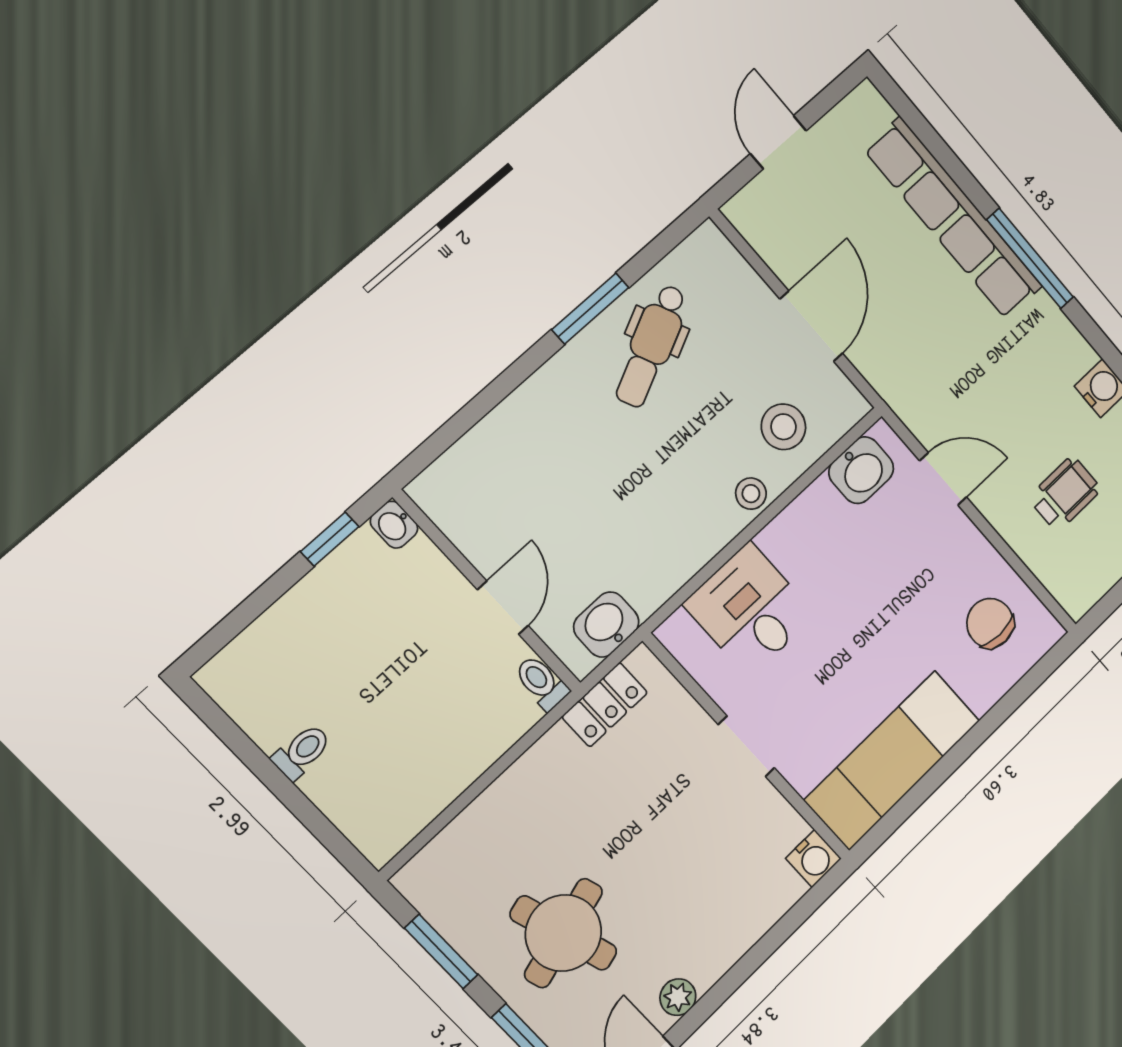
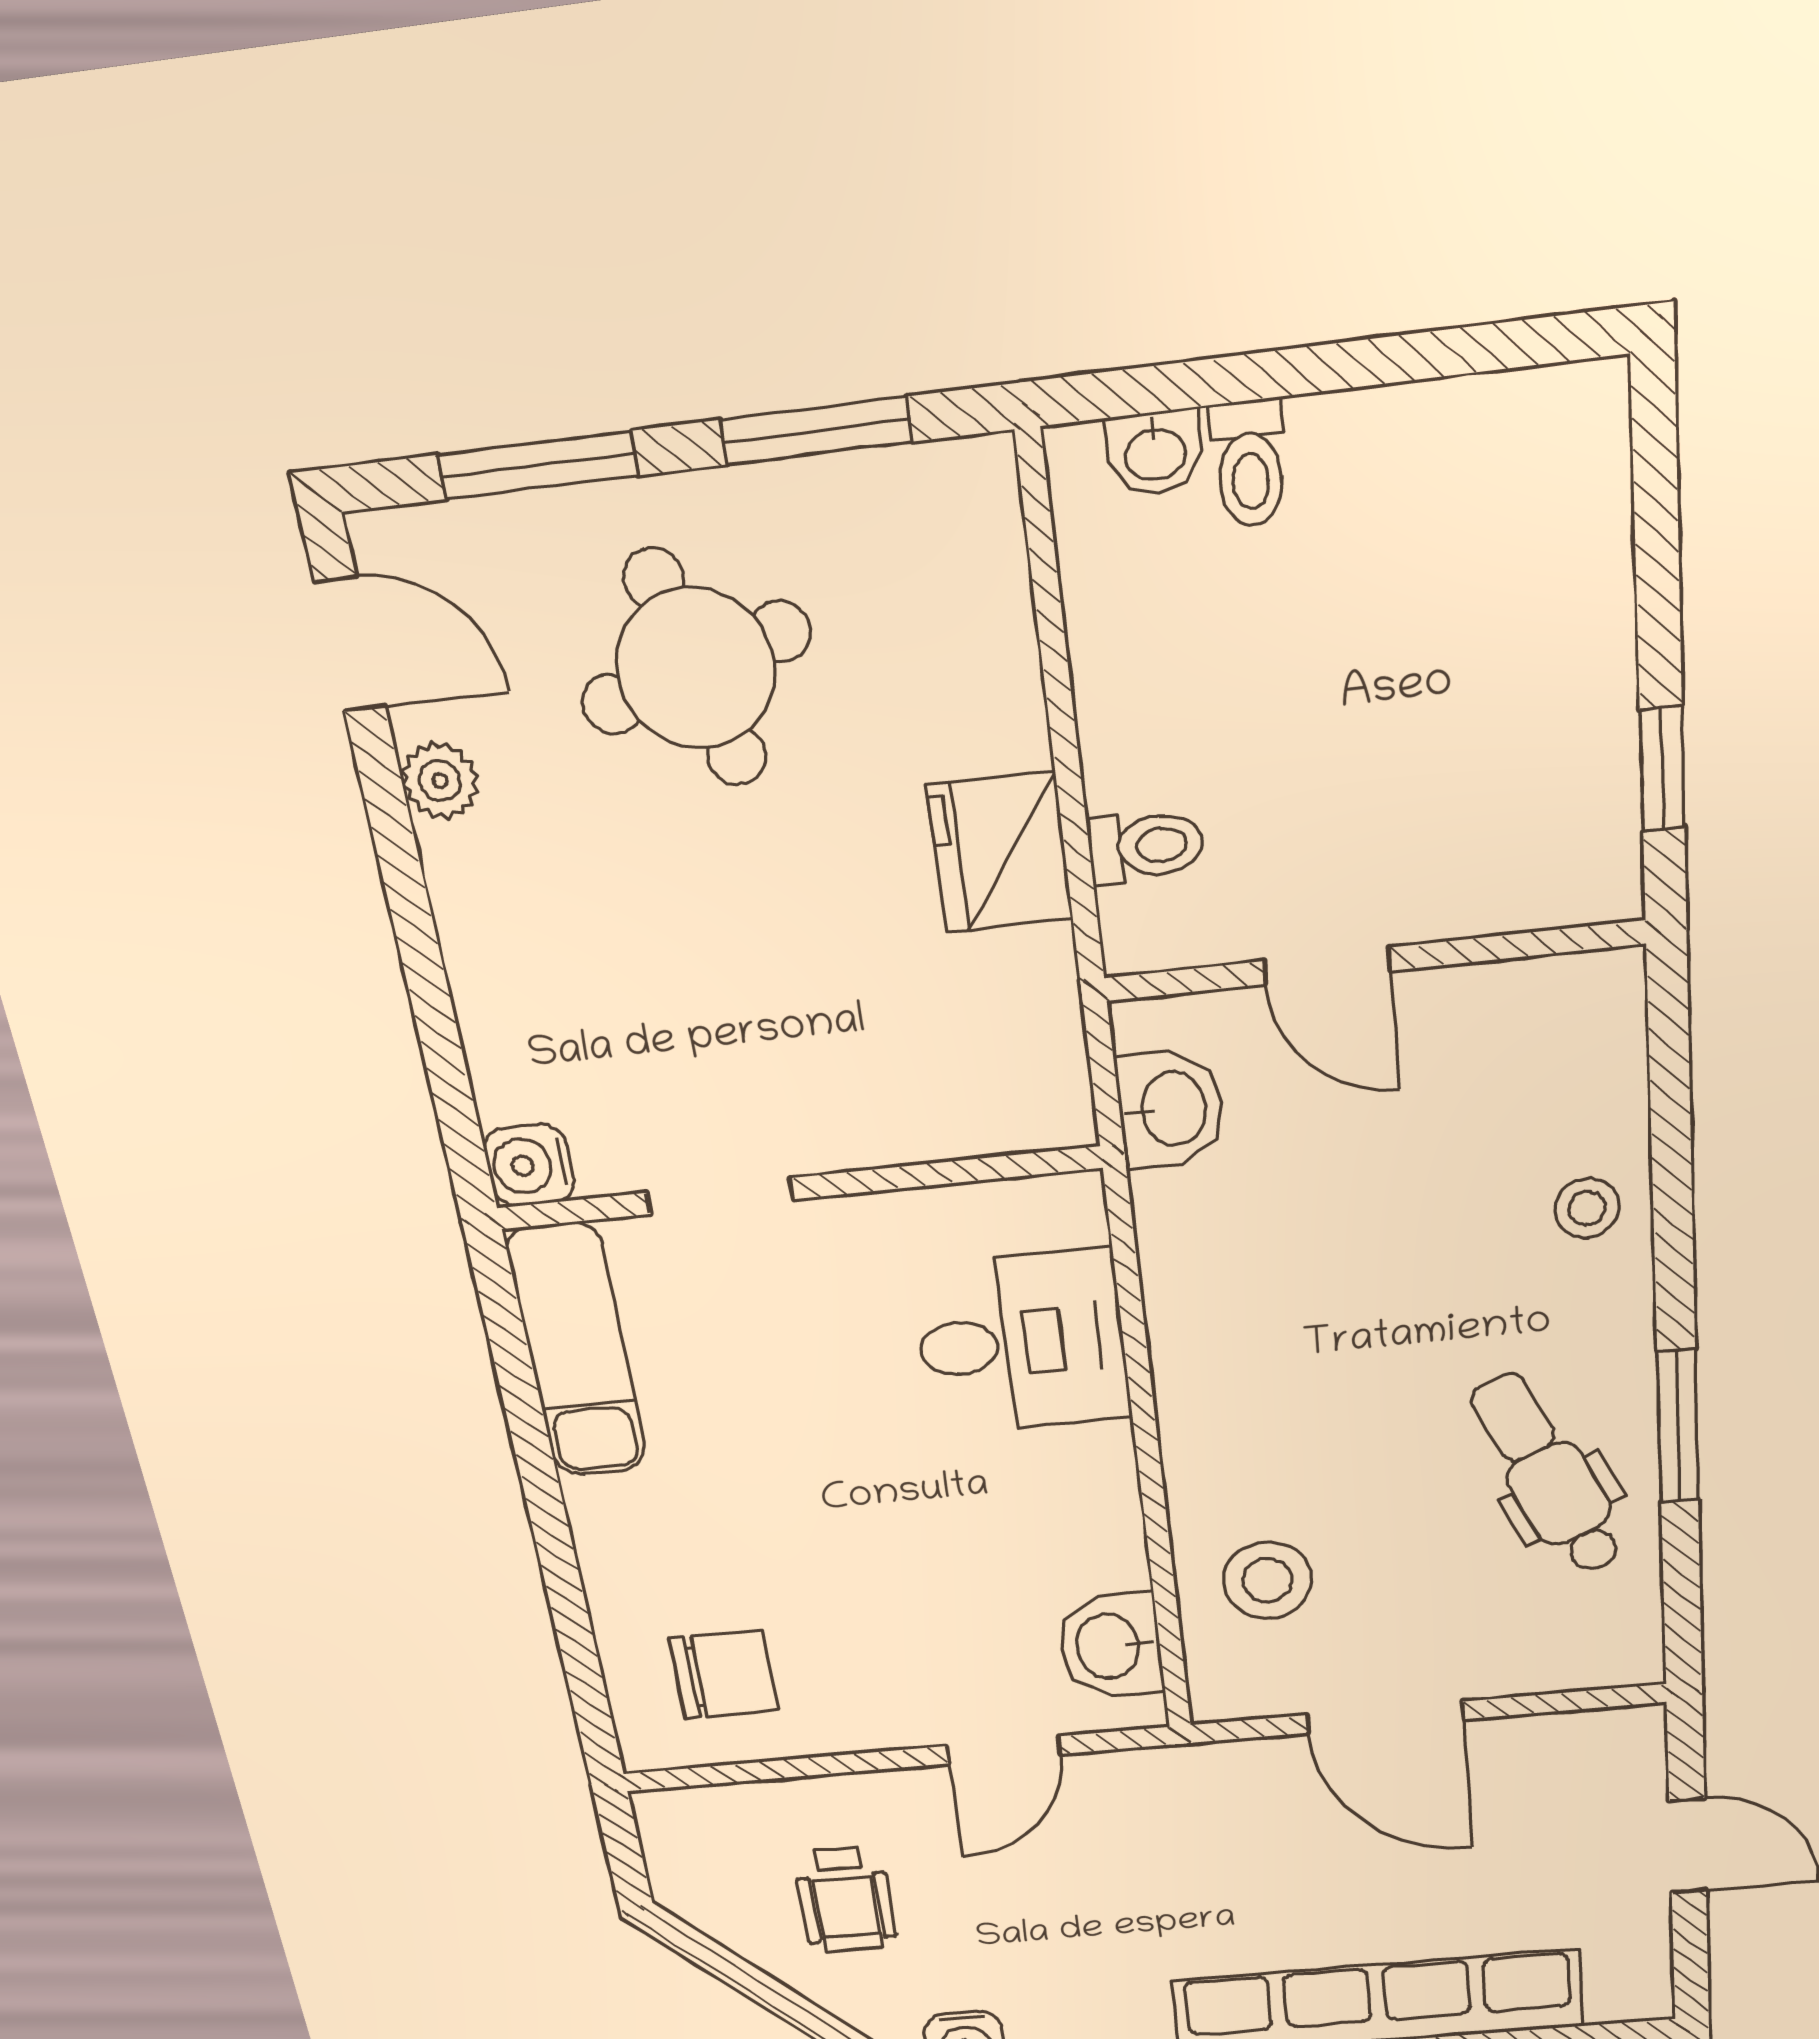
stool: (751, 494) -> (1587, 1208), moved
washbasin: (394, 525) -> (1155, 452), moved, turned 180
toilet: (542, 683) -> (1146, 847), moved
locker: (605, 705) -> (1041, 1014), removed
doorway: (746, 746) -> (720, 1196), moved
toilet: (302, 752) -> (1249, 464), moved
exam couch: (892, 760) -> (577, 1351), width x0.73, depth x0.69
fridge: (551, 768) -> (1000, 852), added

